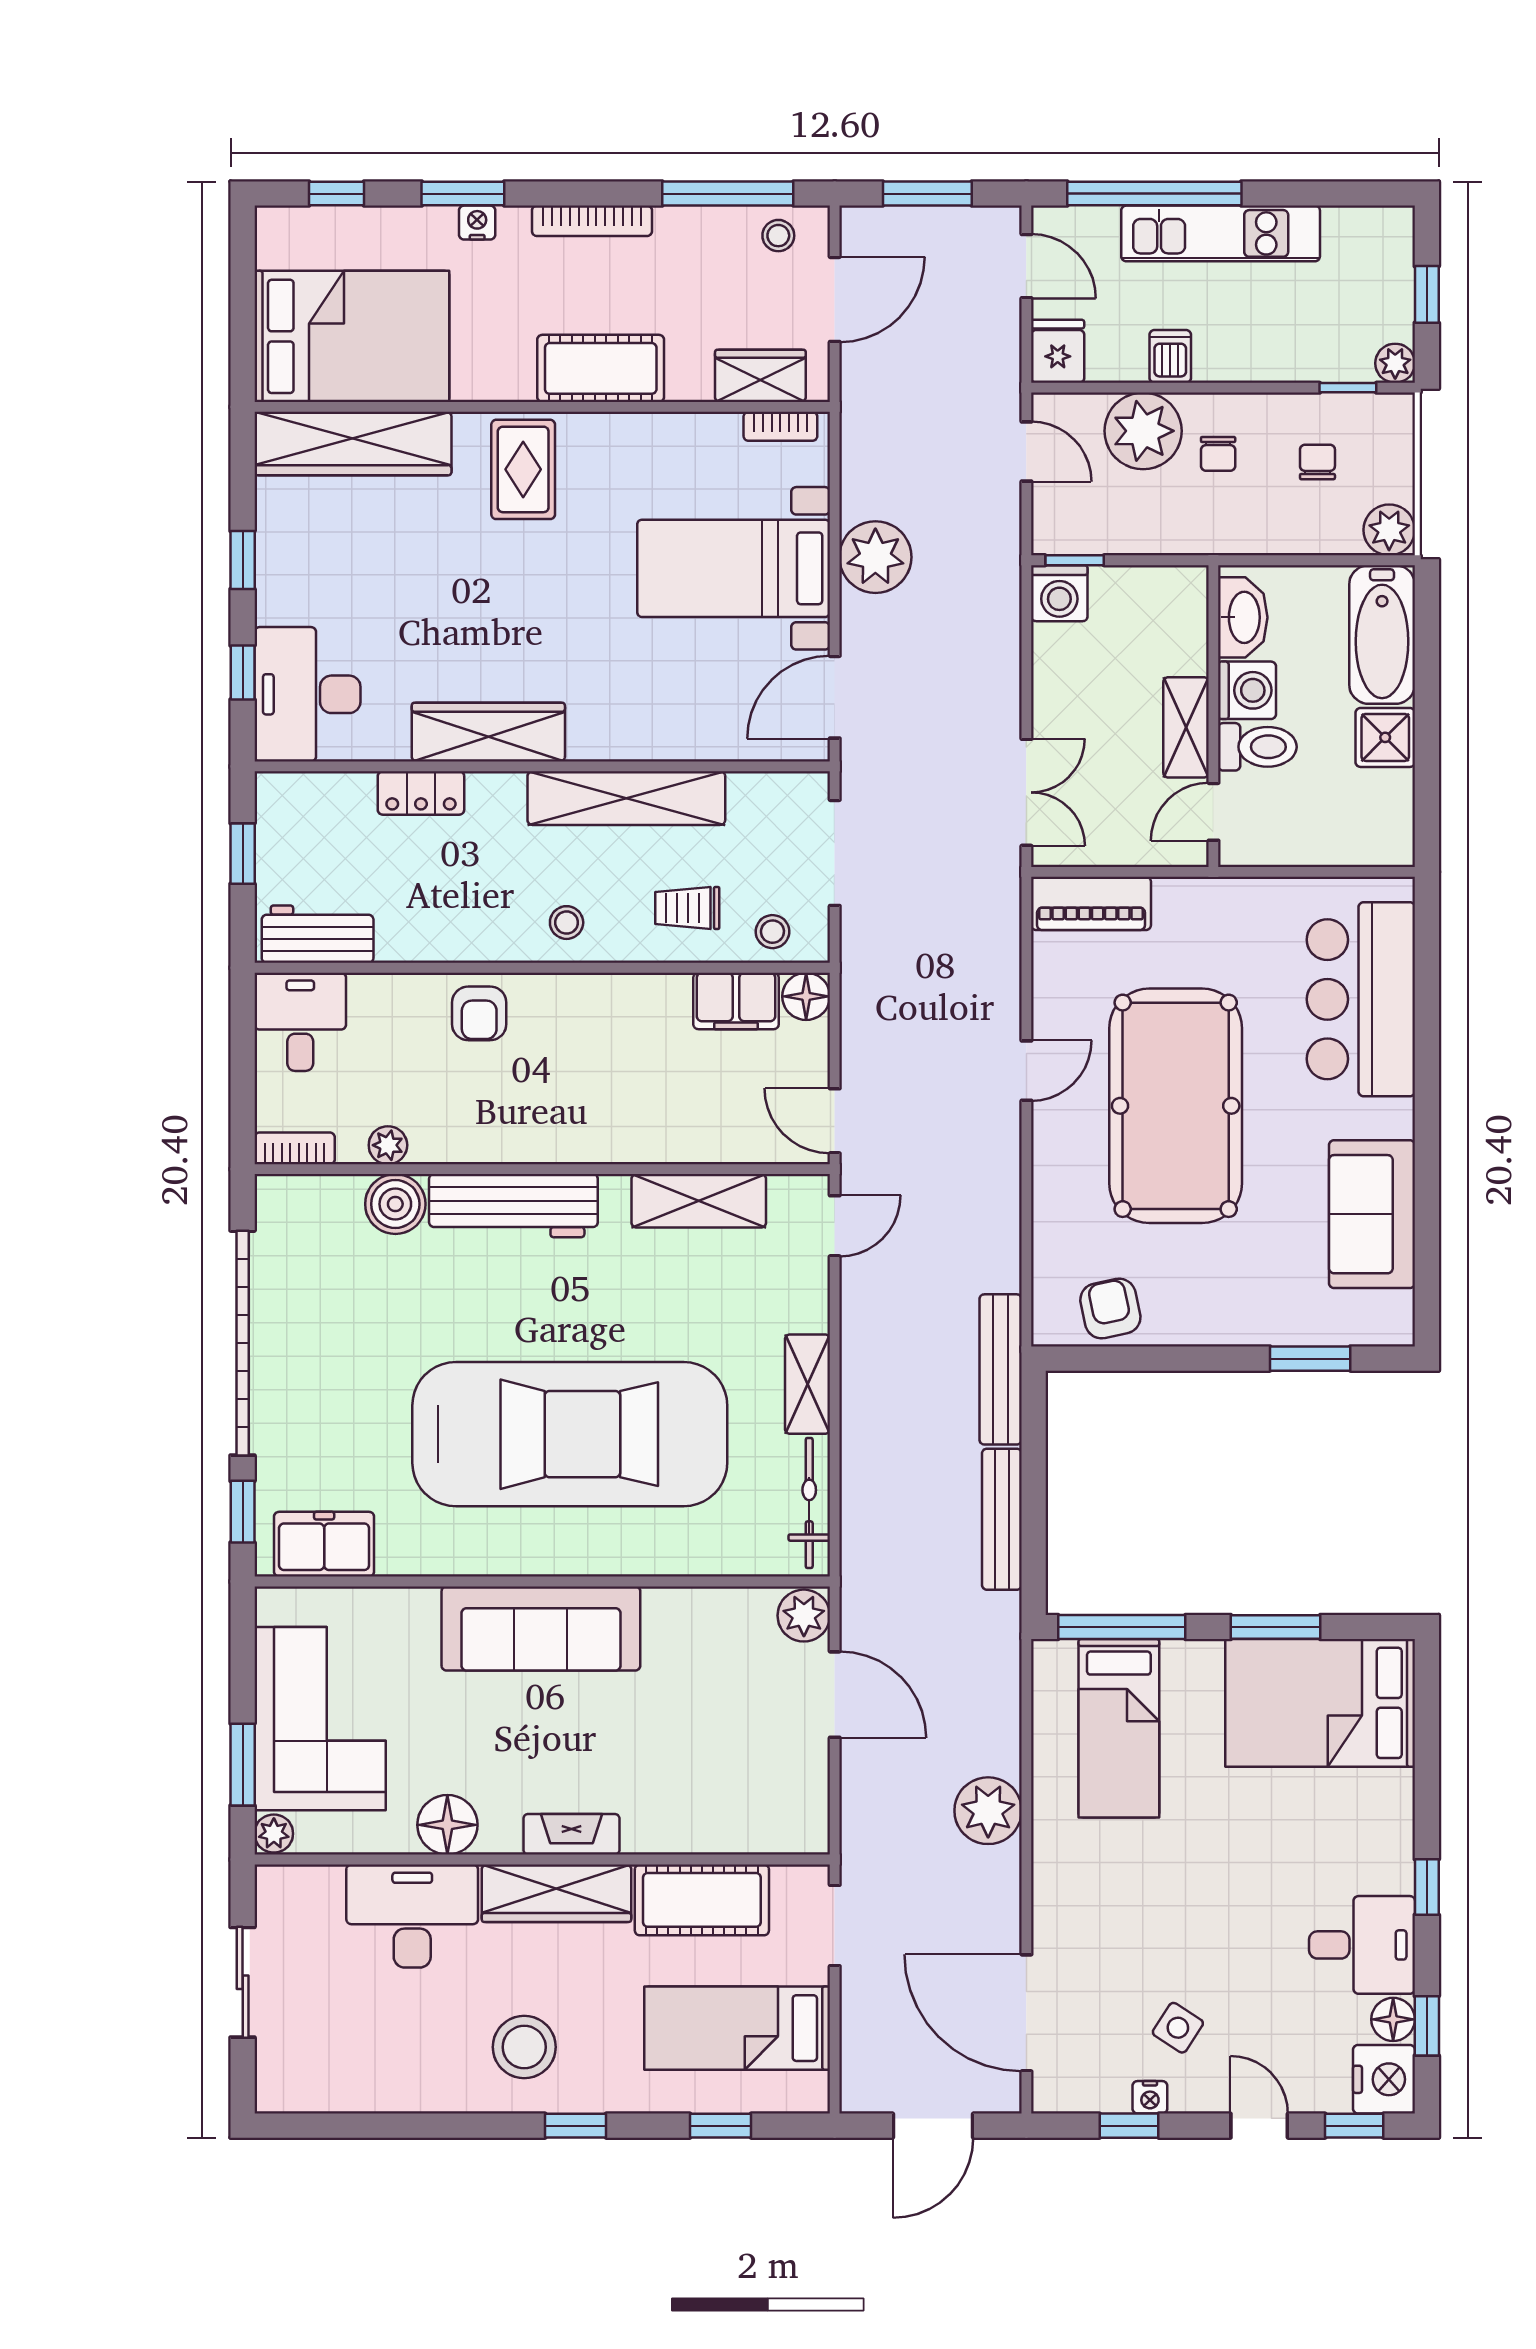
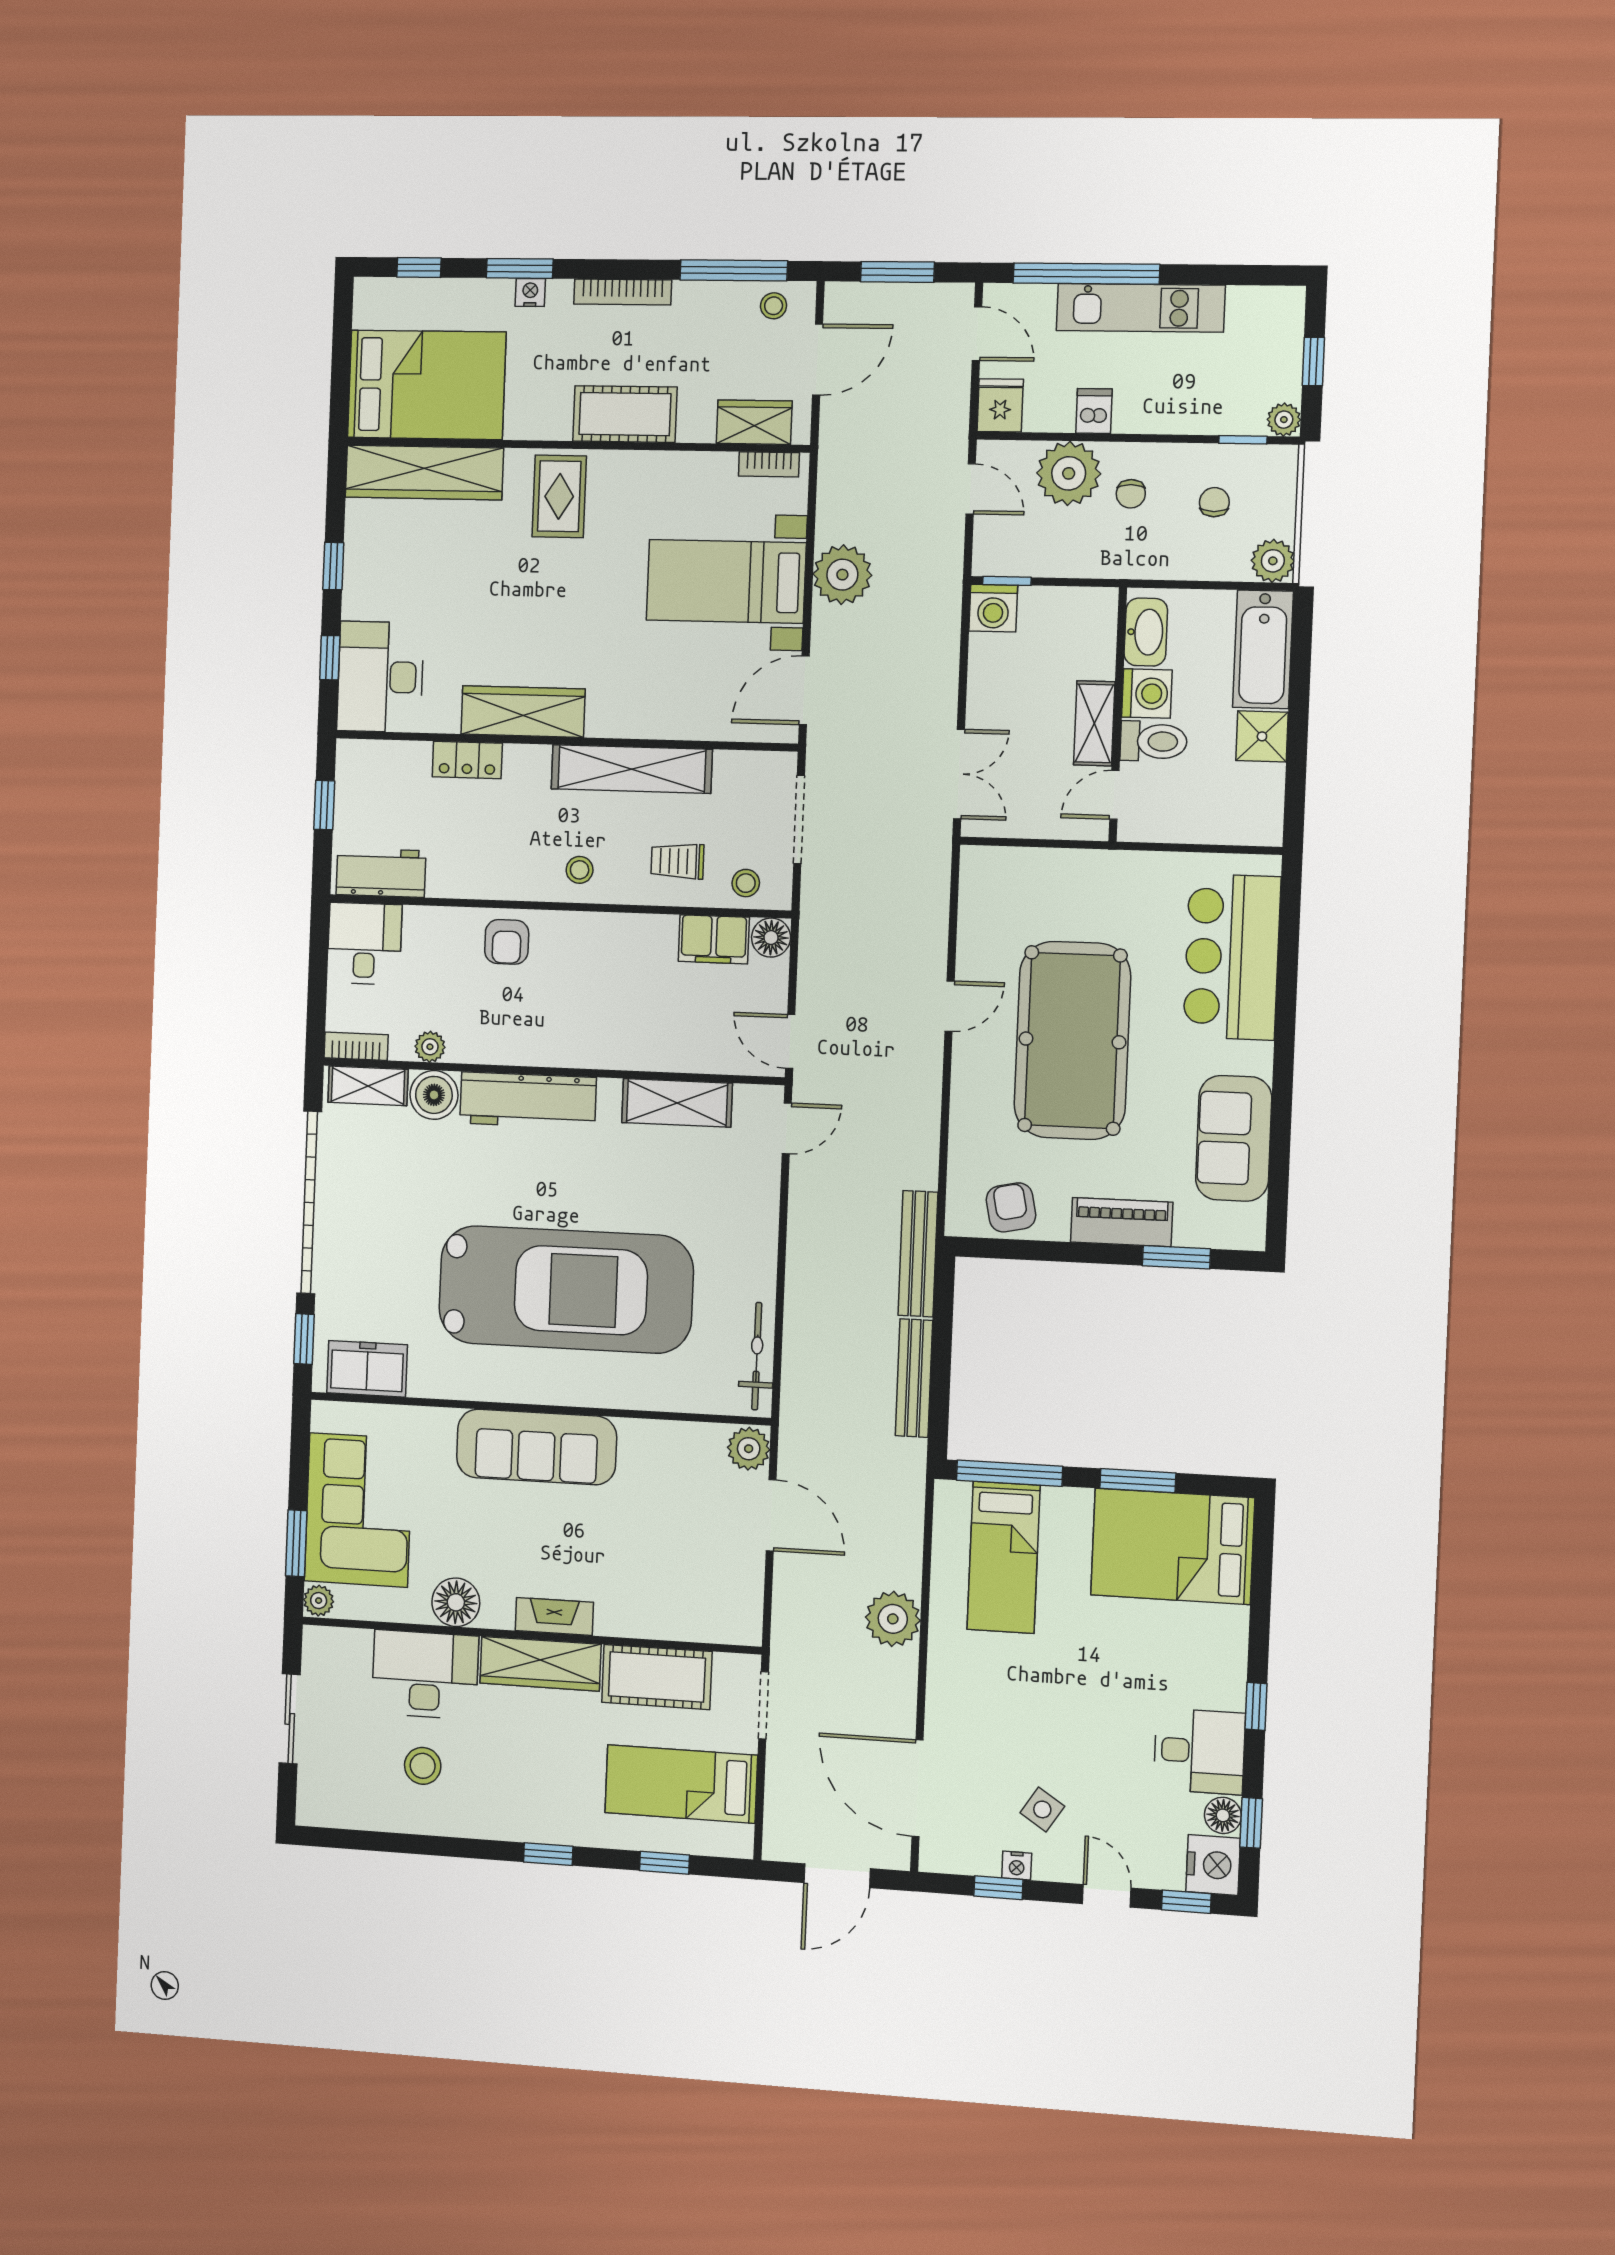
piano: (1091, 903) -> (1122, 1222), moved, turned 180
shelving: (807, 1384) -> (368, 1086), moved, turned 90
stool: (524, 2047) -> (423, 1766), moved, width x0.73, depth x0.73

